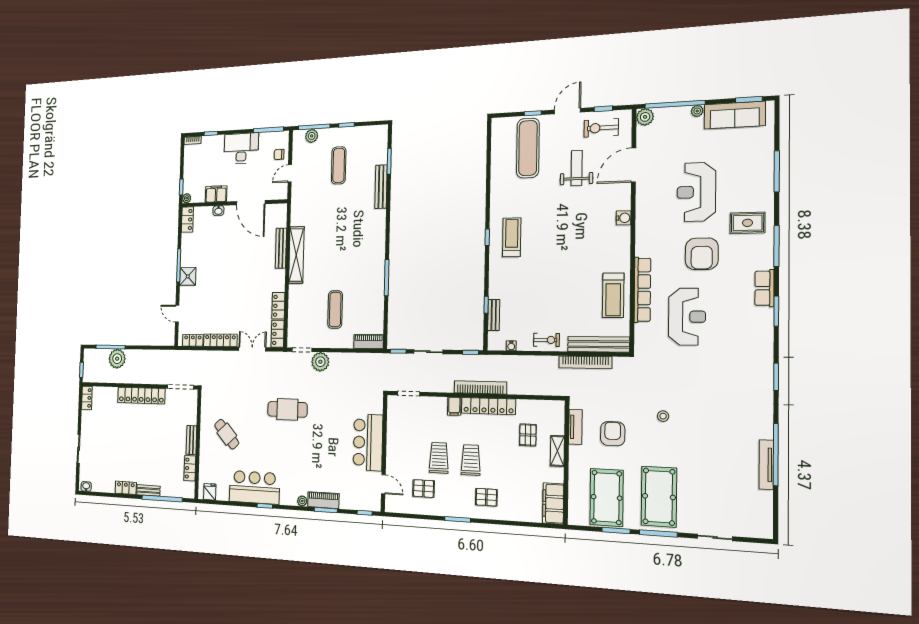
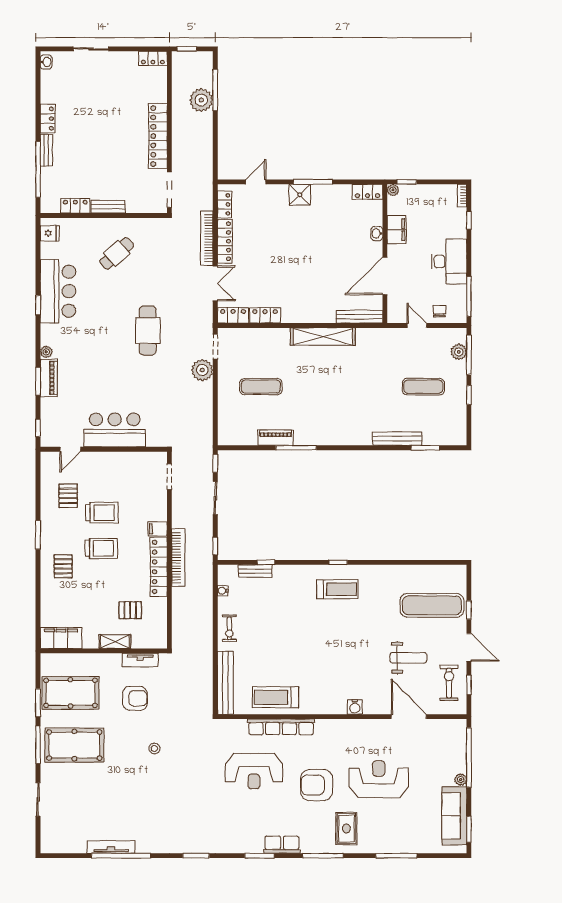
plant: (645, 117) -> (458, 728), removed
bench: (281, 248) -> (359, 317), moved
piano: (369, 342) -> (276, 438), moved, turned -90
bookcase: (585, 362) -> (207, 238), moved

